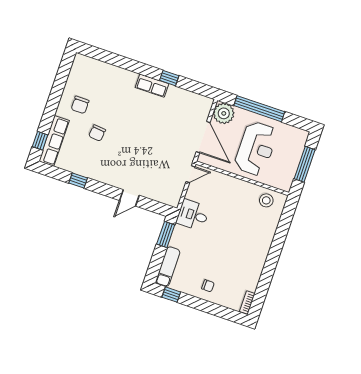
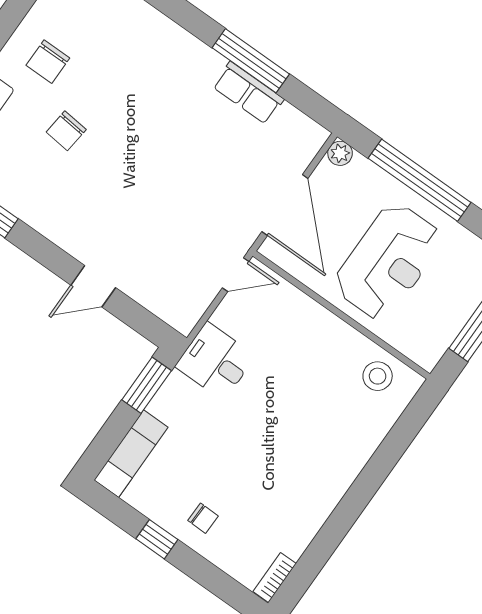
window: (169, 78) -> (251, 61), width x2.17
row of seats: (152, 86) -> (248, 93), moved
plant: (224, 113) -> (340, 153), width x0.53, depth x0.53
window: (171, 295) -> (157, 539), moved

